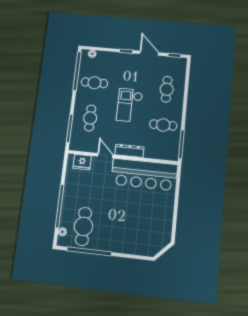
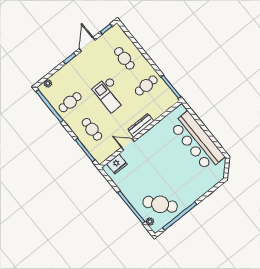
door: (149, 53) -> (87, 44), hinge flipped
bar counter: (144, 174) -> (197, 141), moved, turned 90
cafe table: (83, 226) -> (160, 204), turned -40

